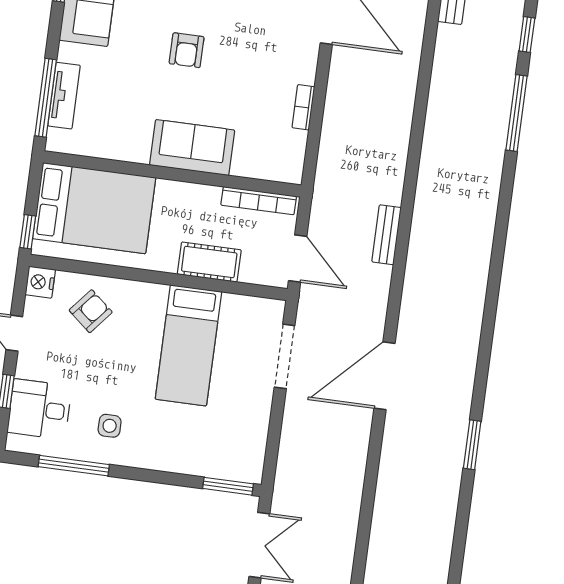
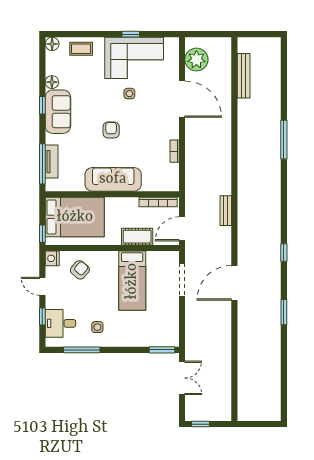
window: (527, 35) -> (284, 253), moved
armchair: (187, 50) -> (111, 130), turned 180
sofa: (192, 148) -> (113, 179), width x1.36
door: (298, 259) -> (182, 229), swing flipped

